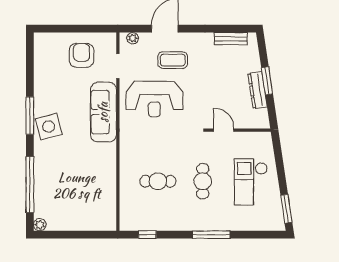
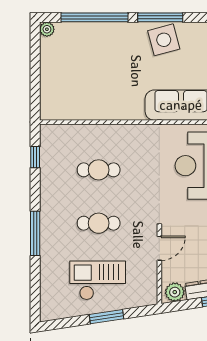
window: (30, 116) -> (160, 17), moved
plant: (261, 117) -> (175, 292), added
cafe table: (158, 181) -> (99, 170), turned 90
window: (286, 209) -> (107, 317), moved

